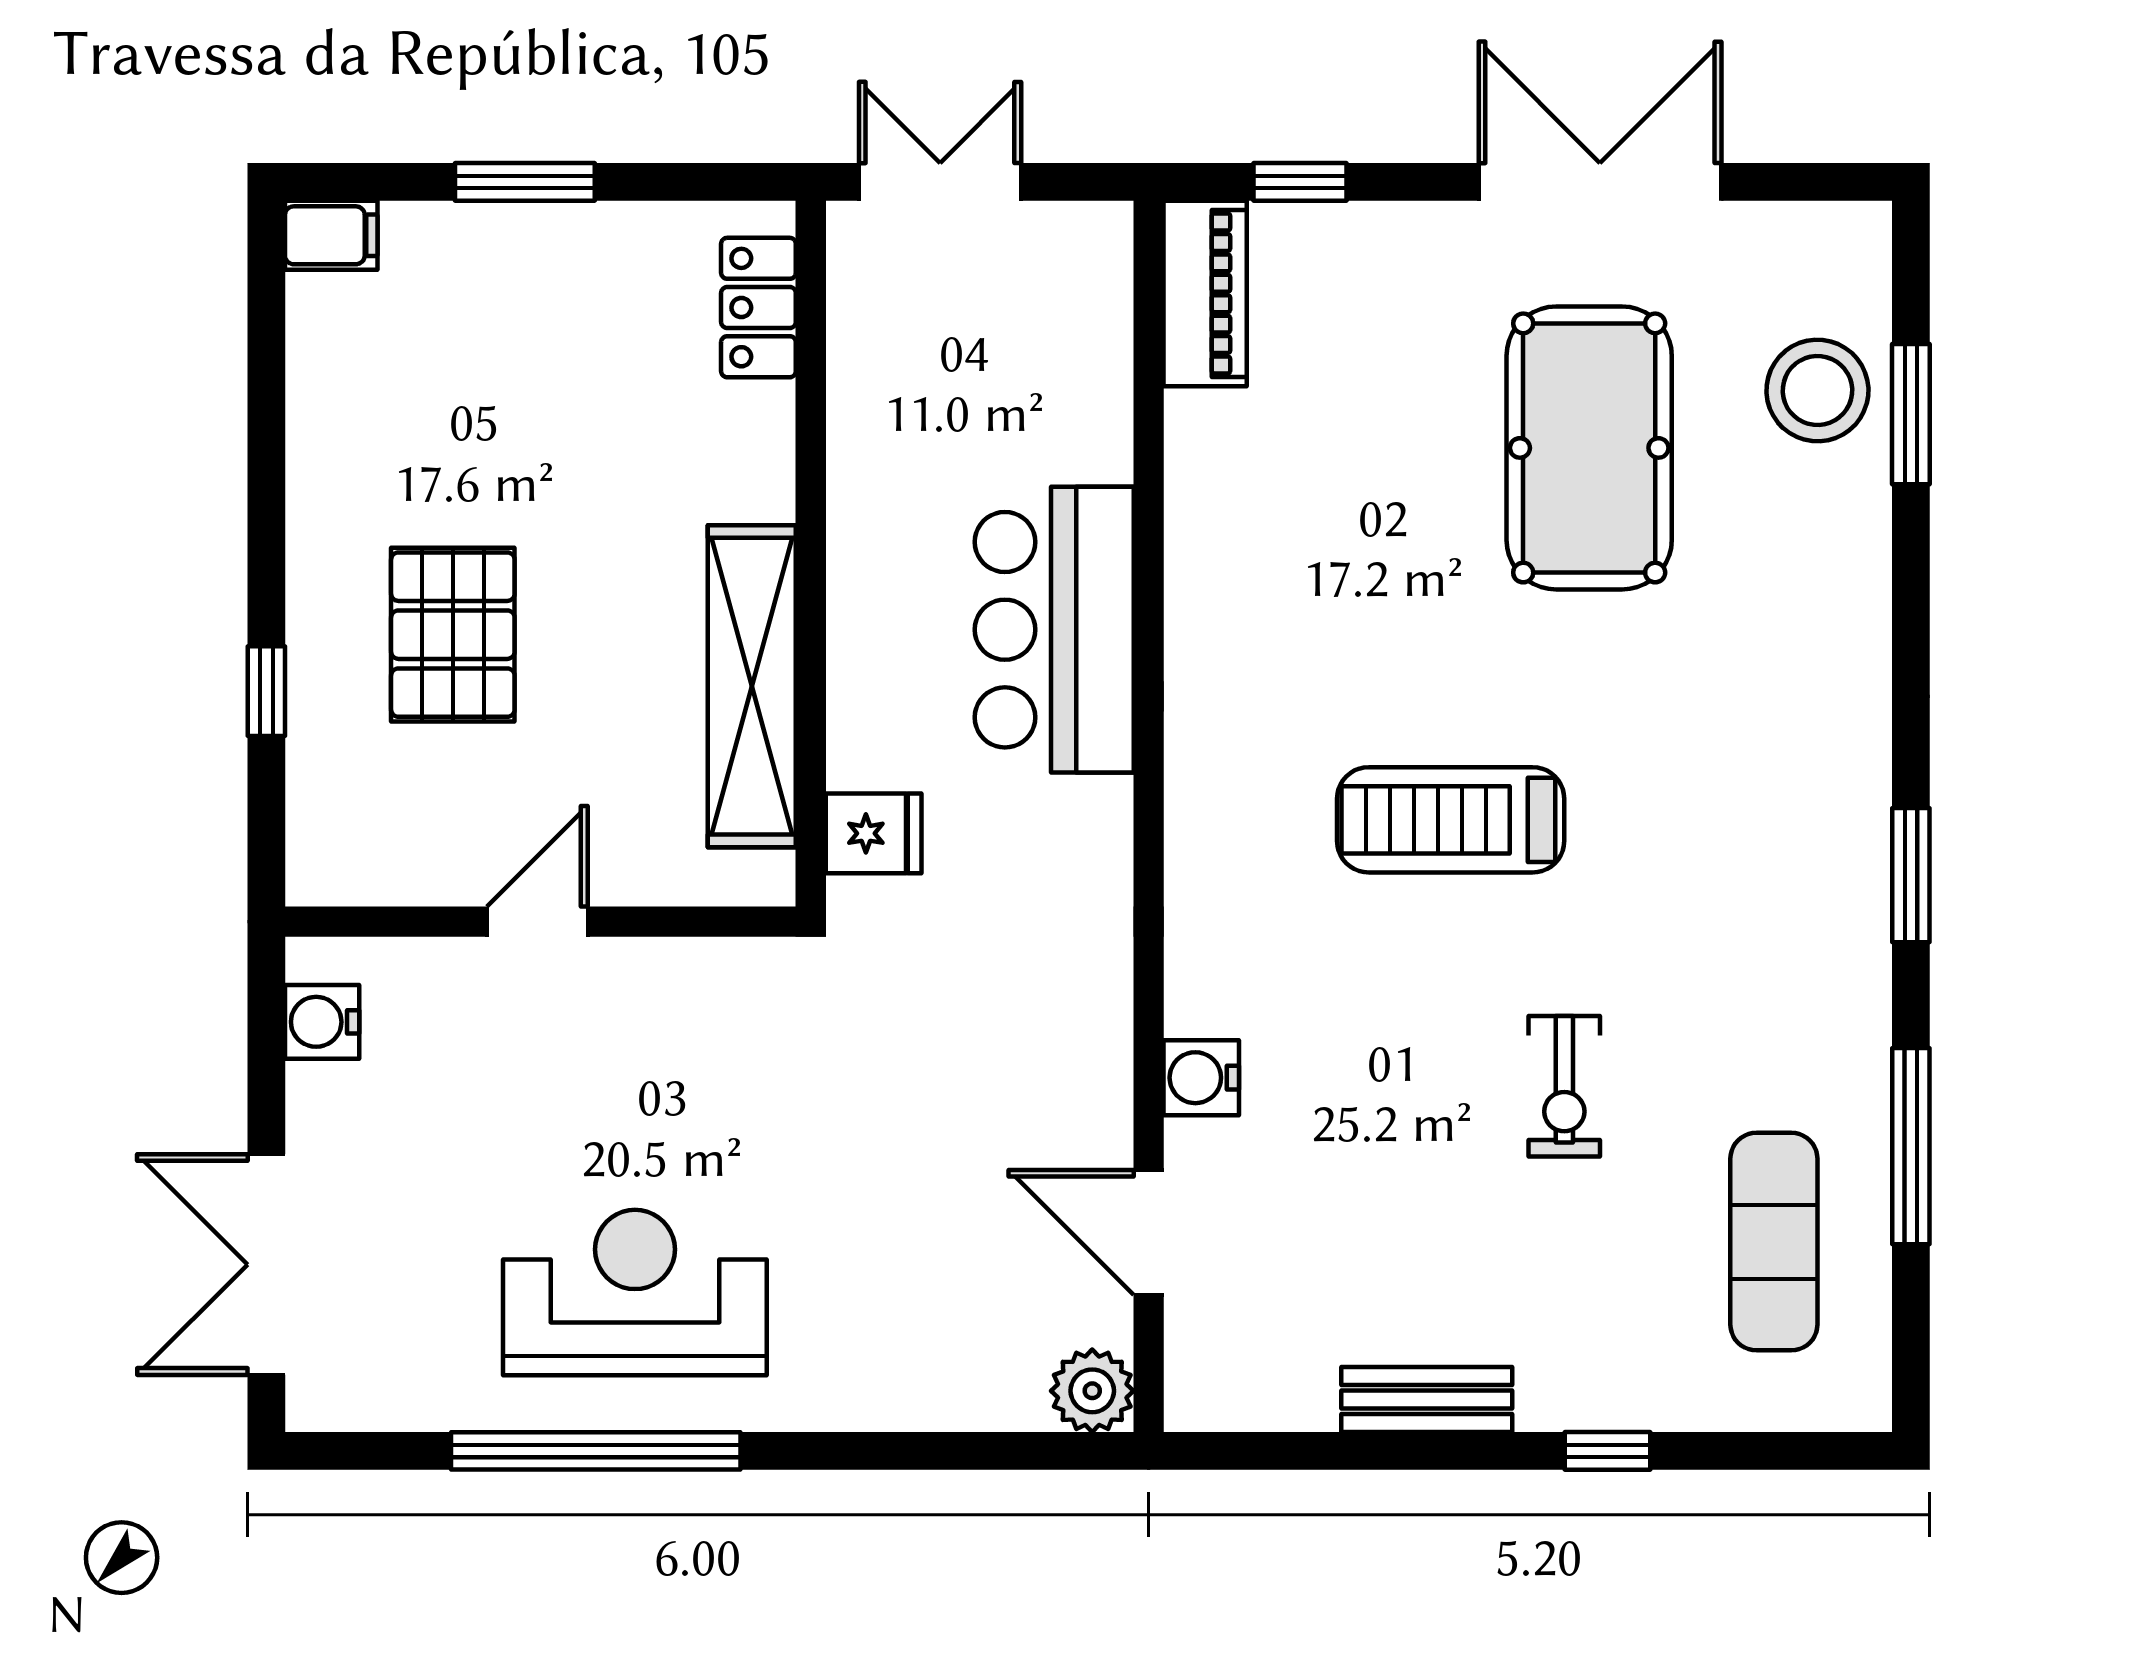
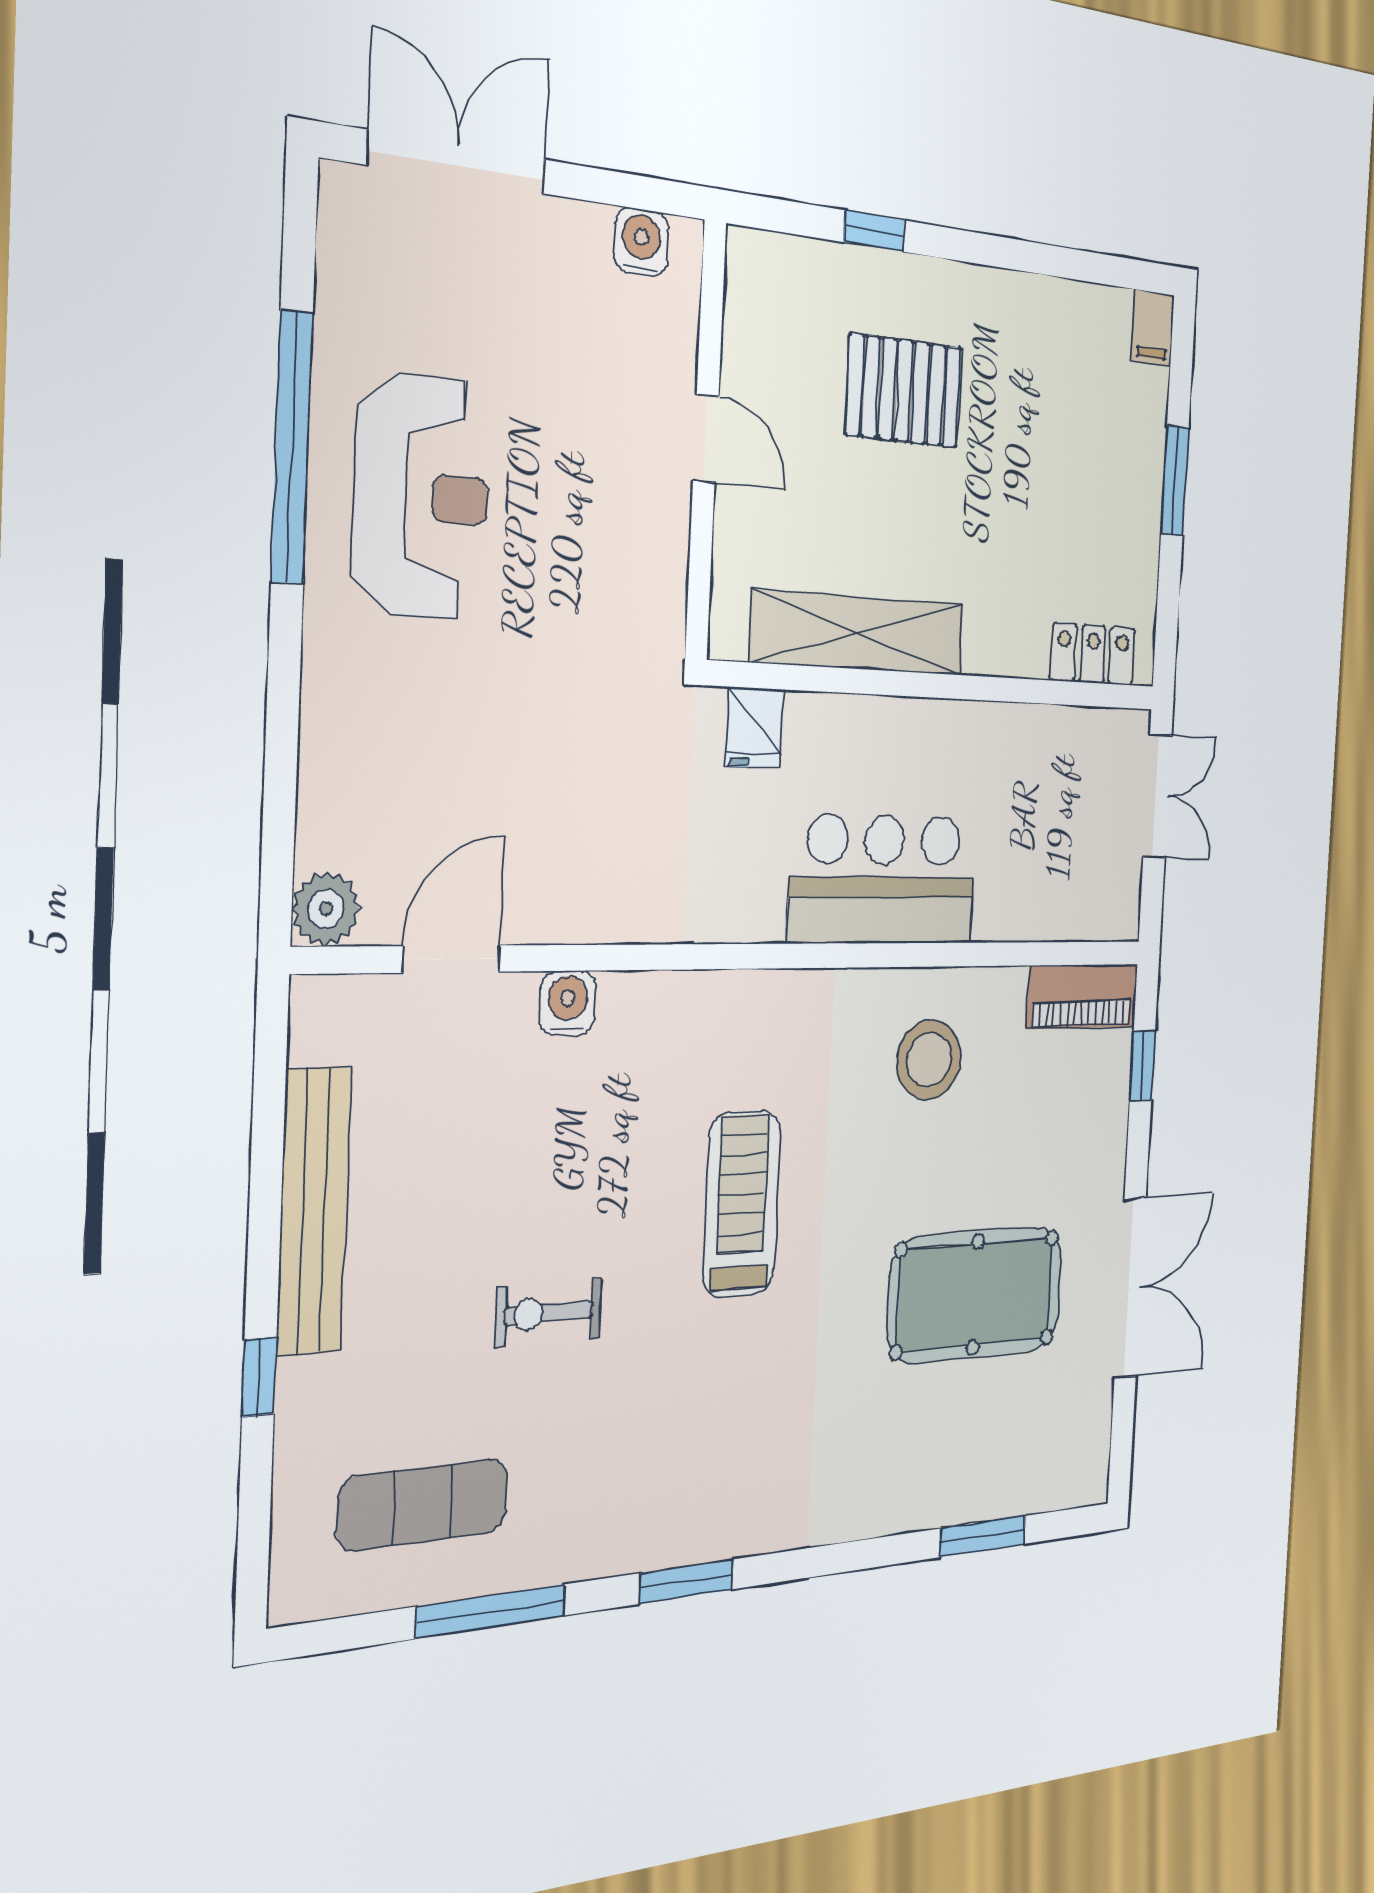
stool: (1817, 390) -> (929, 1060), moved
bench: (1427, 1400) -> (314, 1211), width x1.86, depth x1.21

